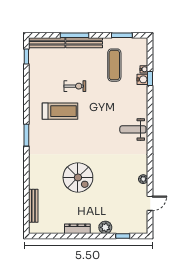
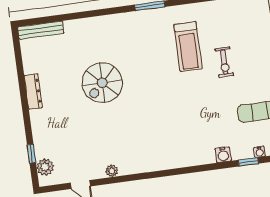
water cooler: (142, 79) -> (223, 155), moved
weight bench: (133, 129) -> (177, 148), removed
bench: (33, 206) -> (41, 30), moved
plant: (105, 227) -> (45, 167), moved

